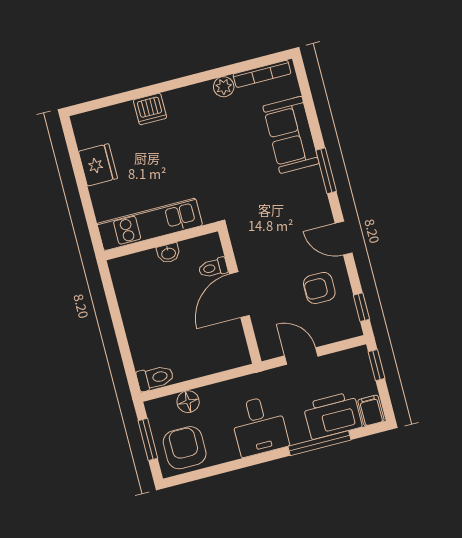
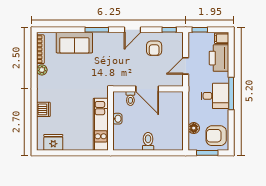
fridge: (98, 165) -> (53, 142), moved
toilet: (155, 378) -> (148, 141), moved
window: (319, 443) -> (231, 94), moved

